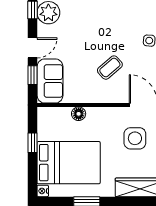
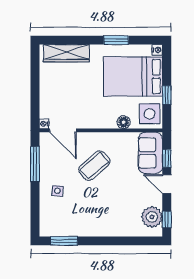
door: (33, 48) -> (167, 184), hinge flipped
coffee table: (110, 68) -> (94, 166), width x1.36, depth x1.30
side table: (135, 138) -> (150, 114), moved

